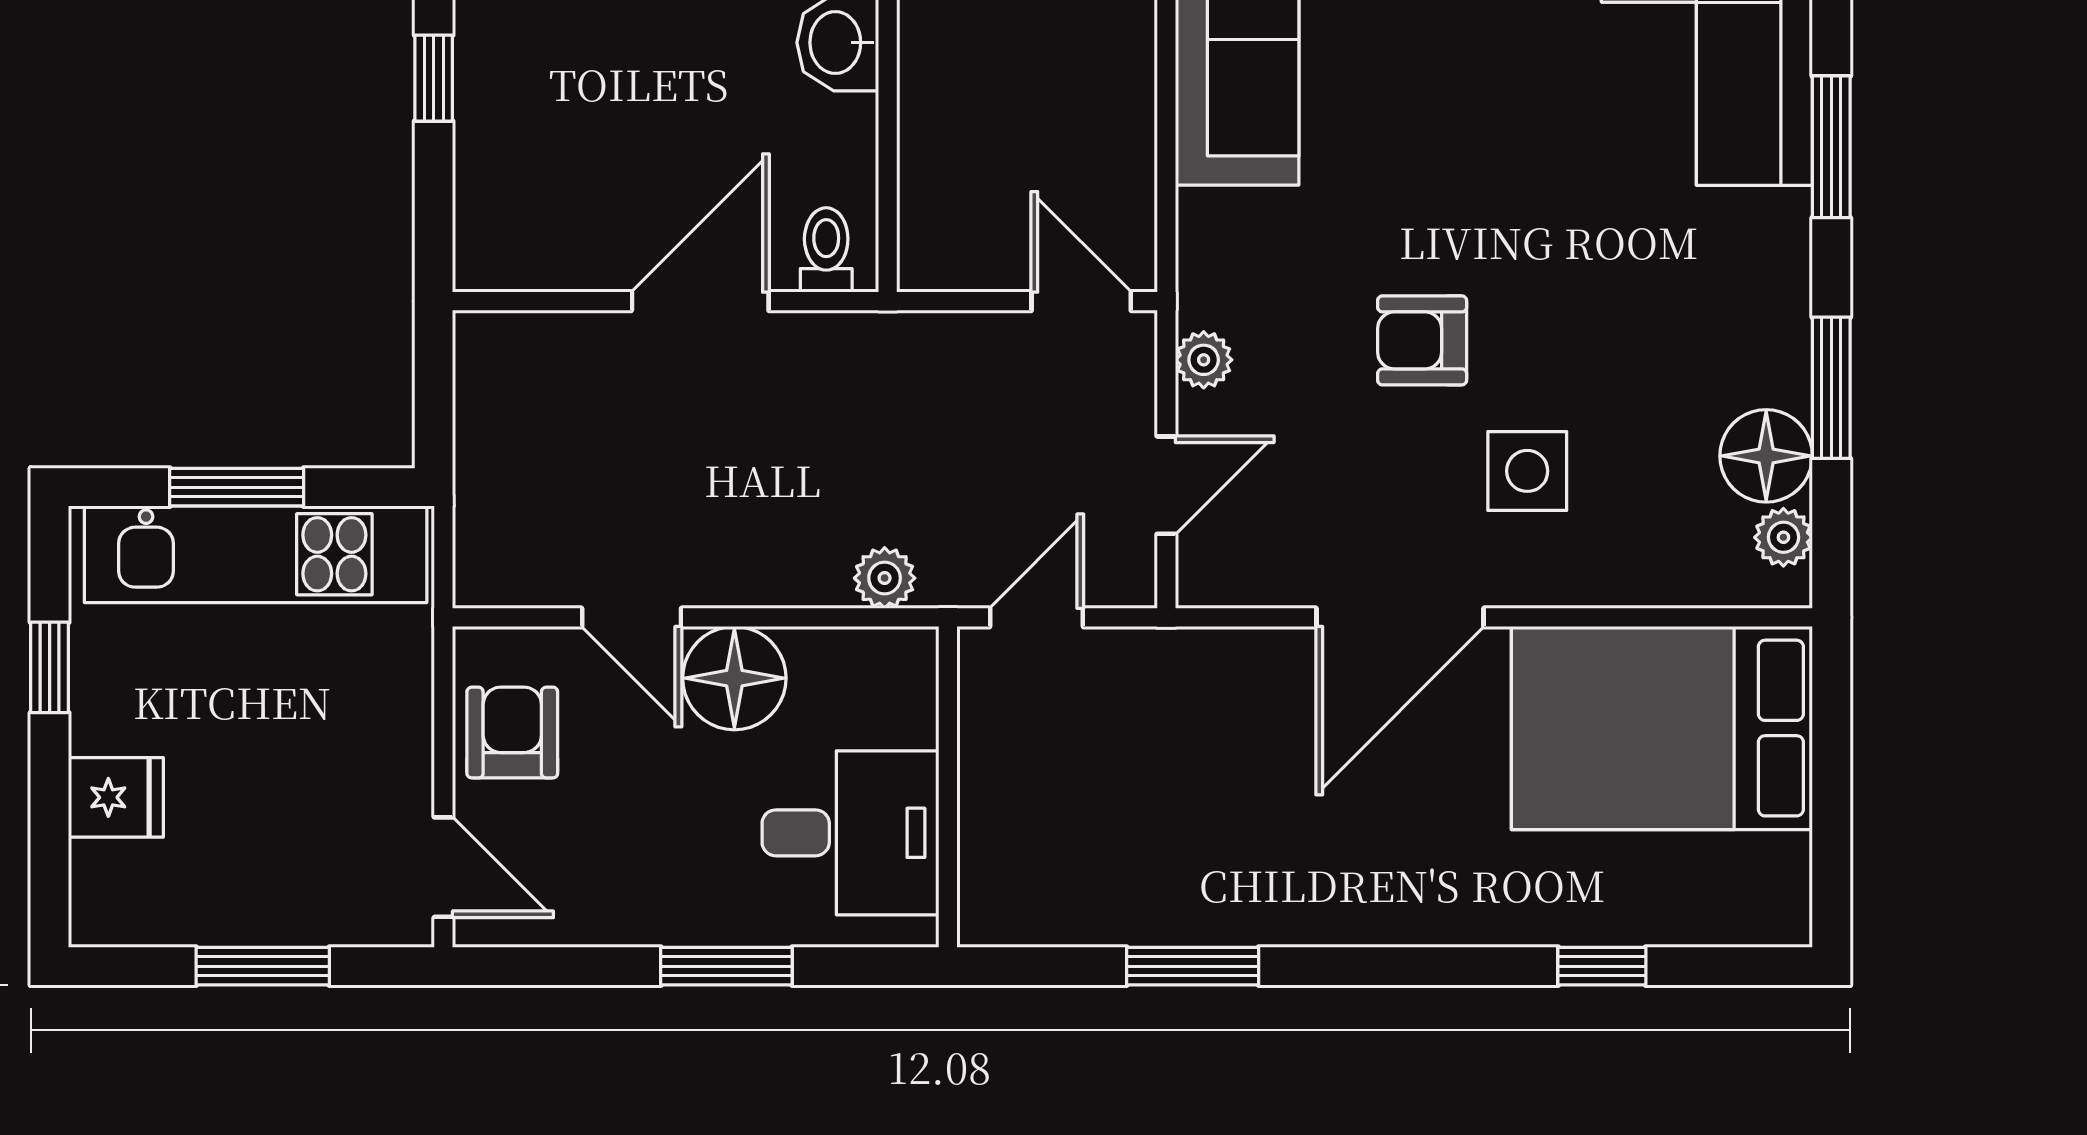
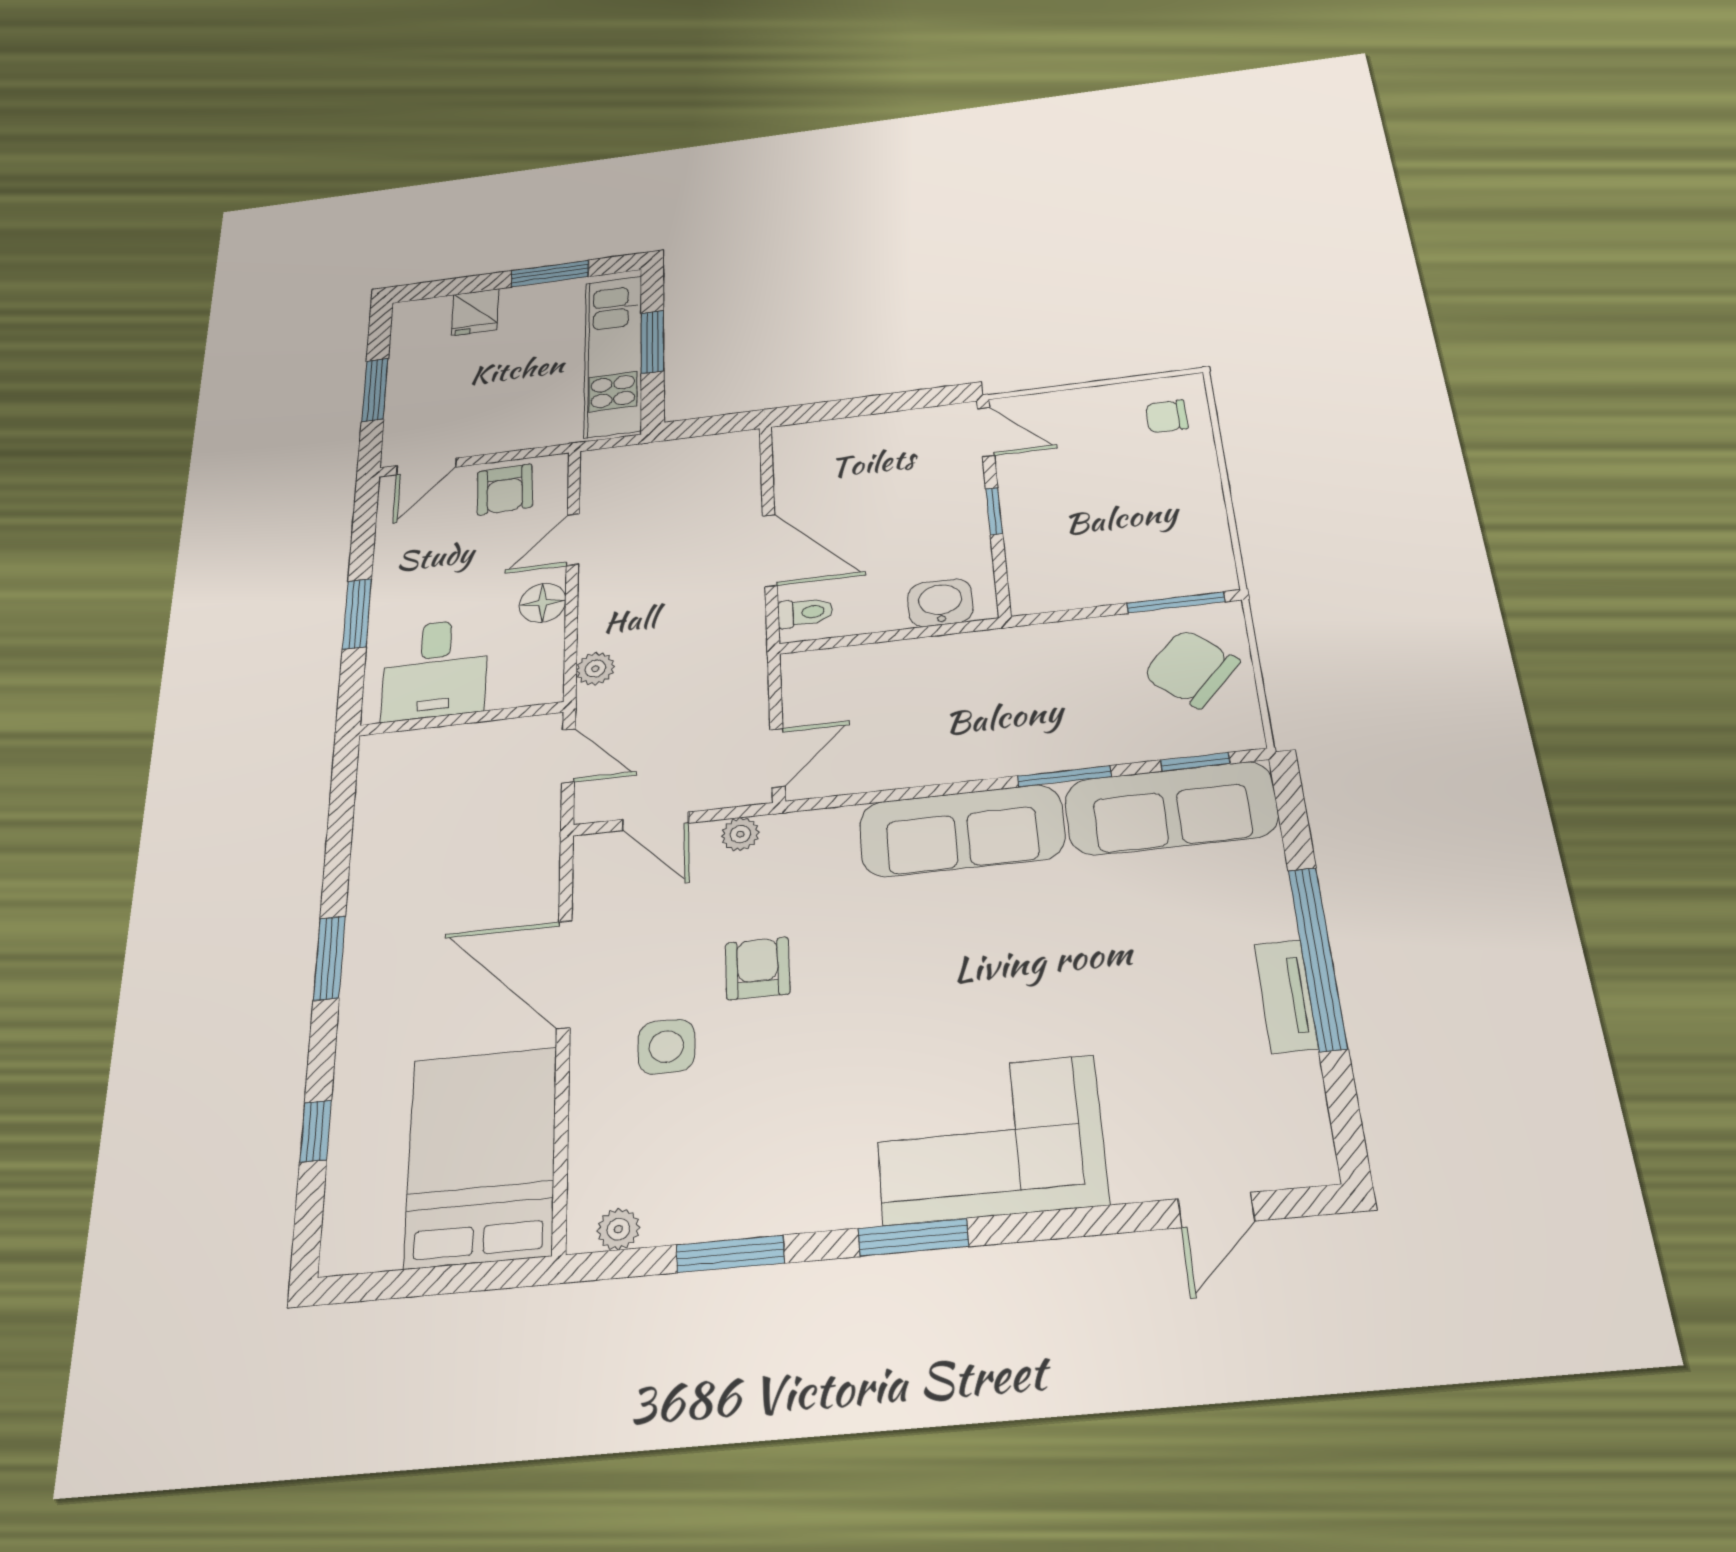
window: (434, 78) -> (901, 401), removed
floor lamp: (1766, 456) -> (679, 1211), removed
window: (50, 667) -> (550, 274), width x1.50
floor lamp: (734, 678) -> (543, 603), width x0.73, depth x0.73
armchair: (512, 733) -> (505, 489), turned 88
window: (1193, 966) -> (329, 958), moved

